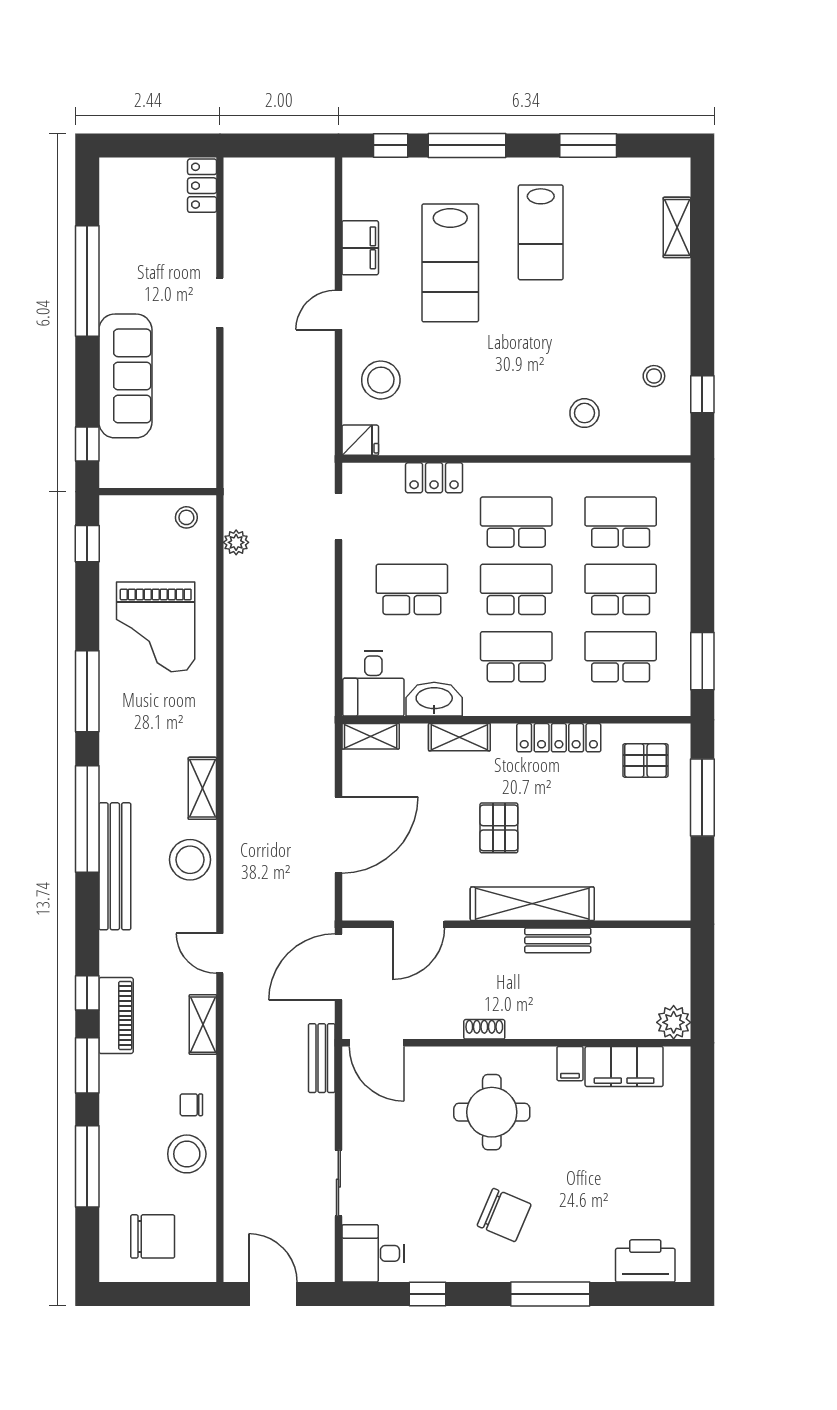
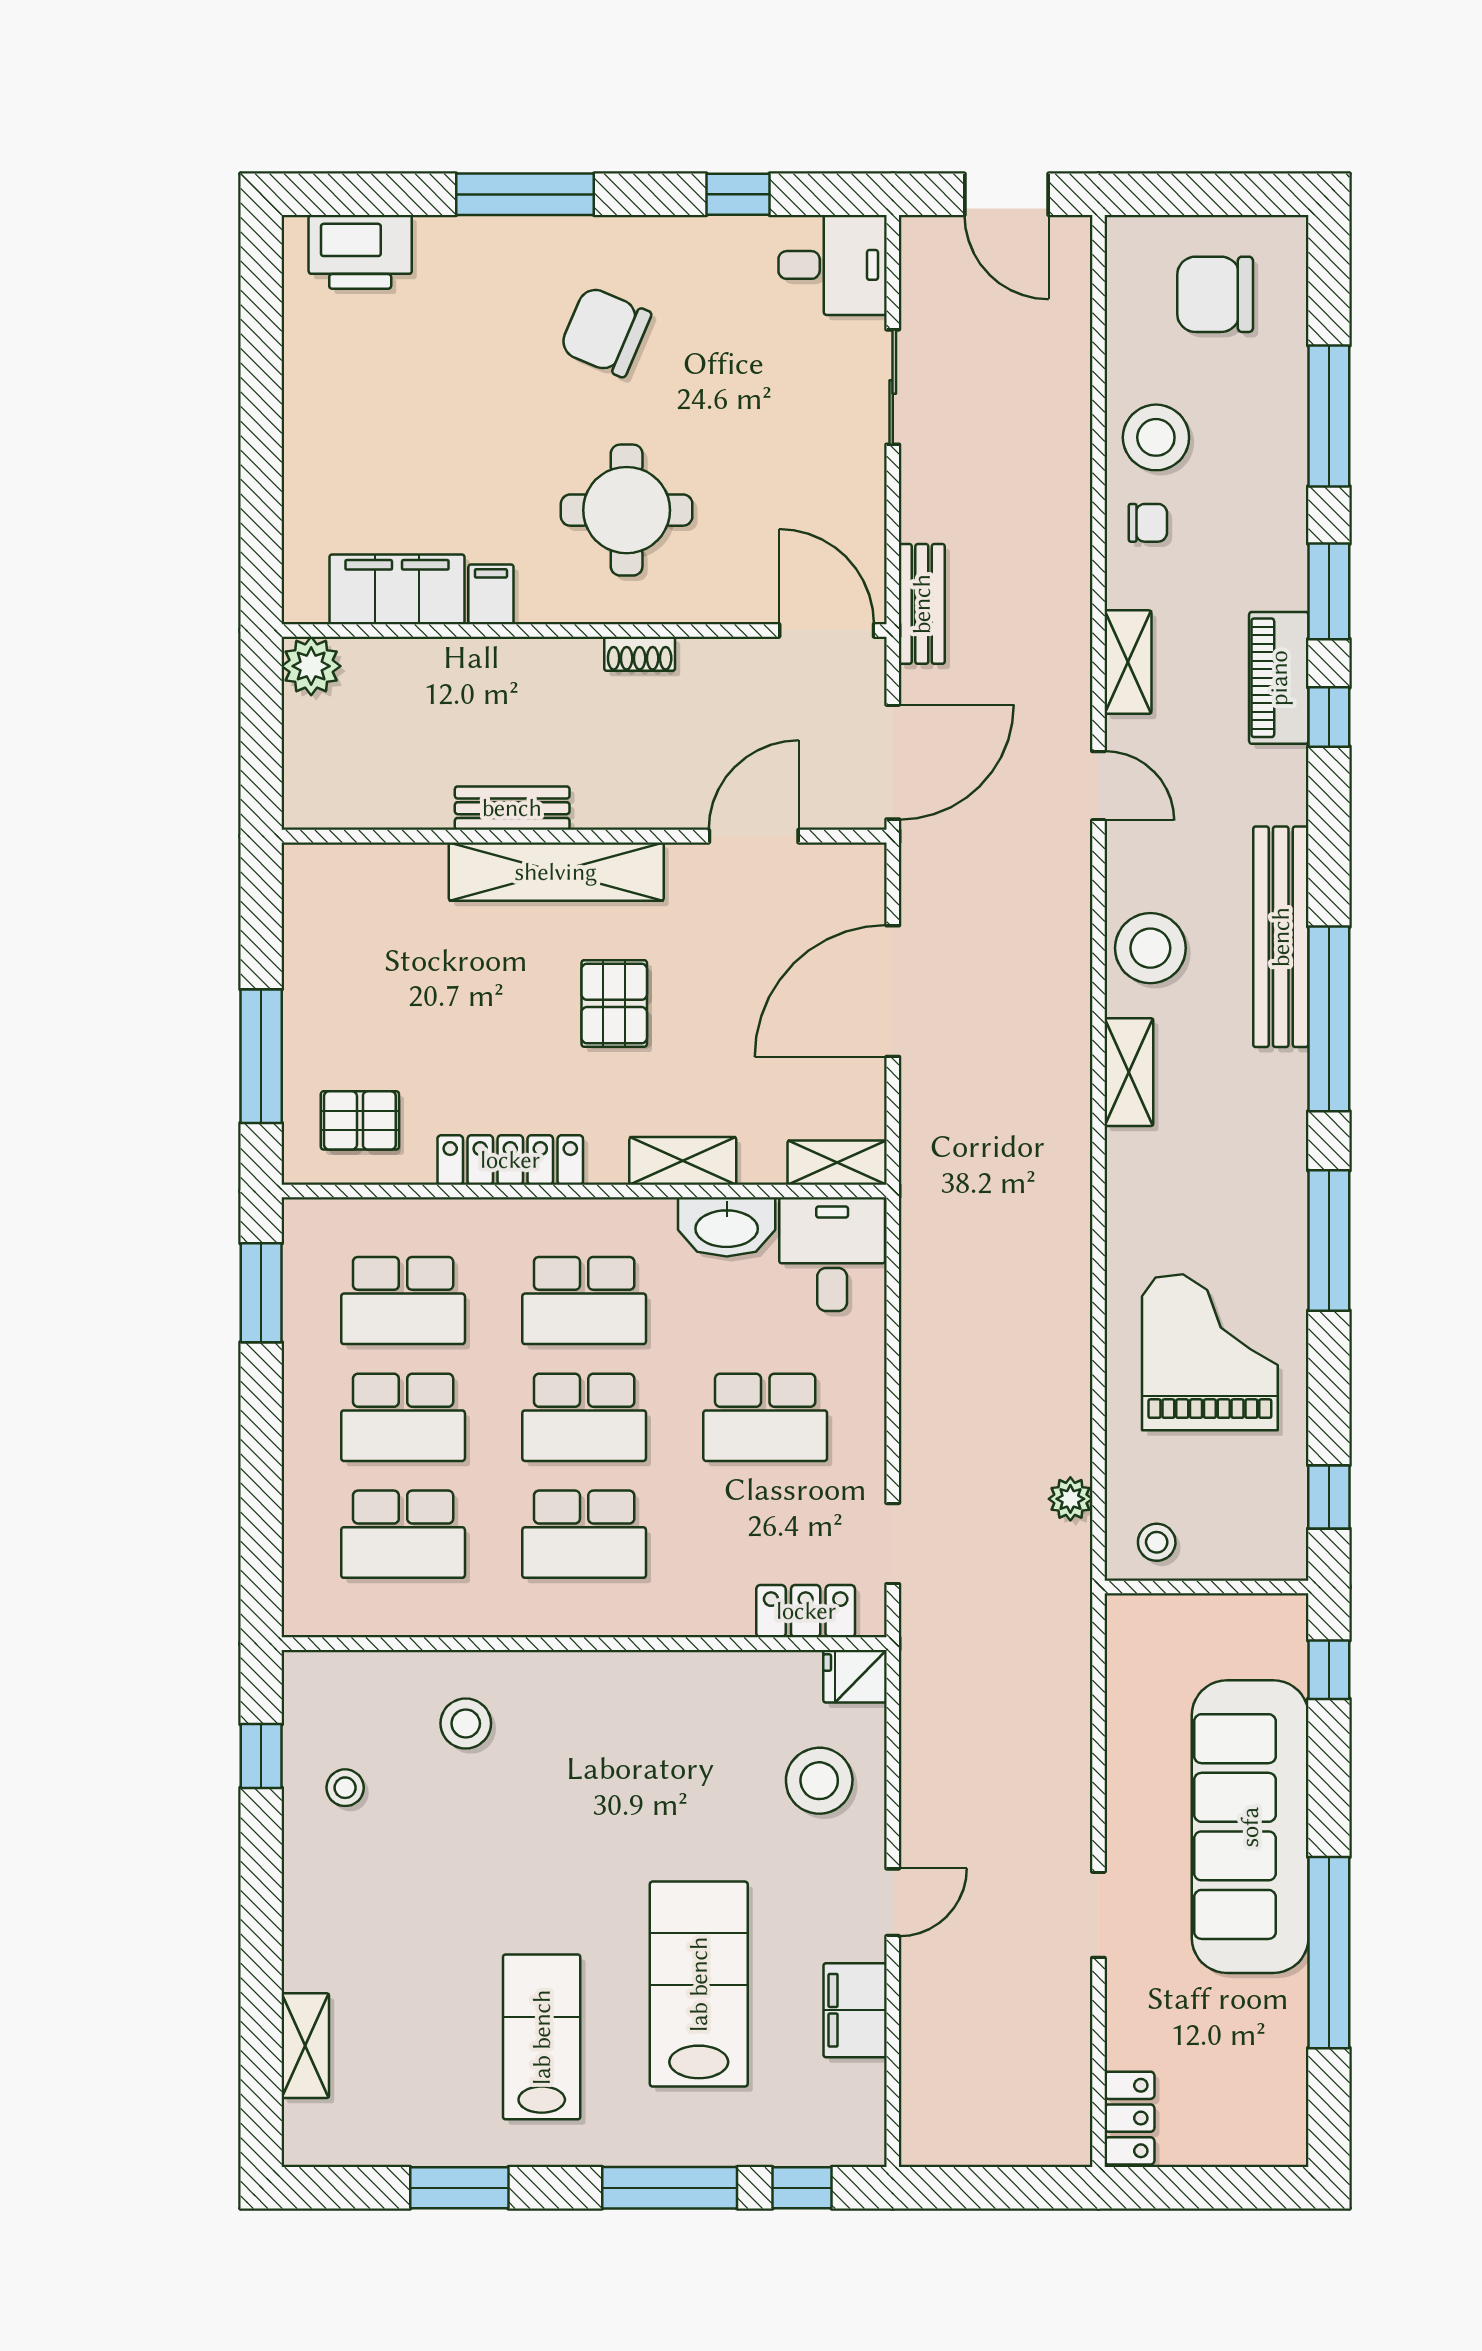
sofa: (125, 376) -> (1250, 1827), width x1.36, depth x1.27
locker: (434, 478) -> (806, 1611), moved

